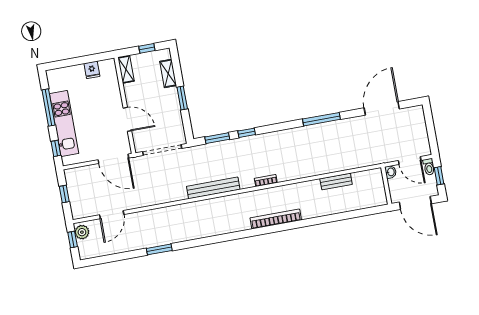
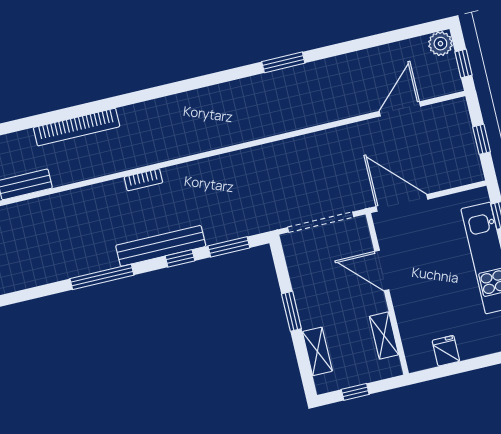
shelving: (126, 69) -> (384, 335), moved
window: (321, 119) -> (102, 277), moved
bench: (213, 188) -> (161, 246), moved
bookcase: (276, 219) -> (77, 127), moved
plant: (82, 232) -> (440, 44), moved
window: (159, 249) -> (283, 62), moved

